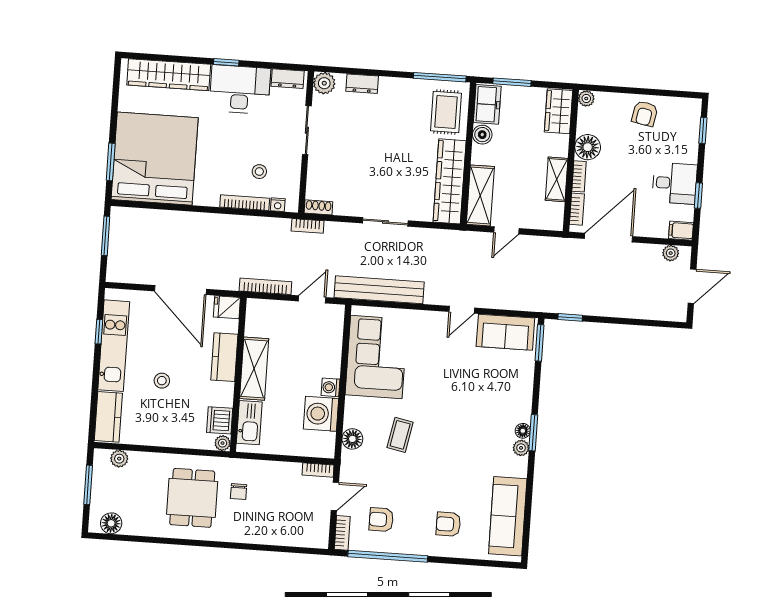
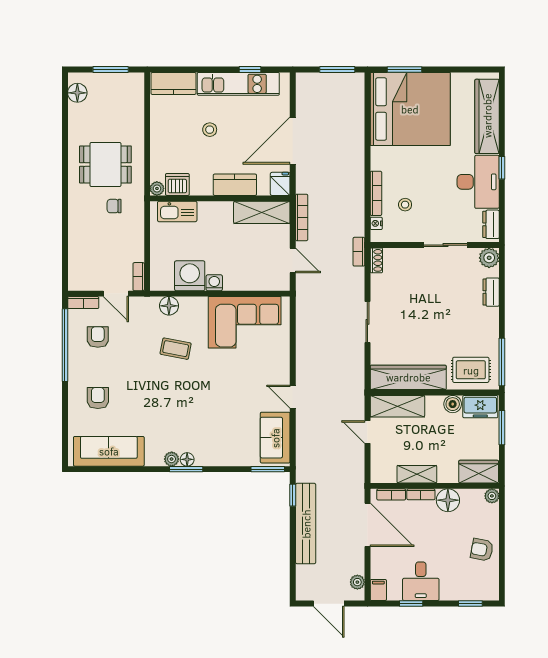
bench: (379, 290) -> (306, 524), moved
shelving: (254, 369) -> (262, 212), moved
plant: (119, 459) -> (136, 96), removed

